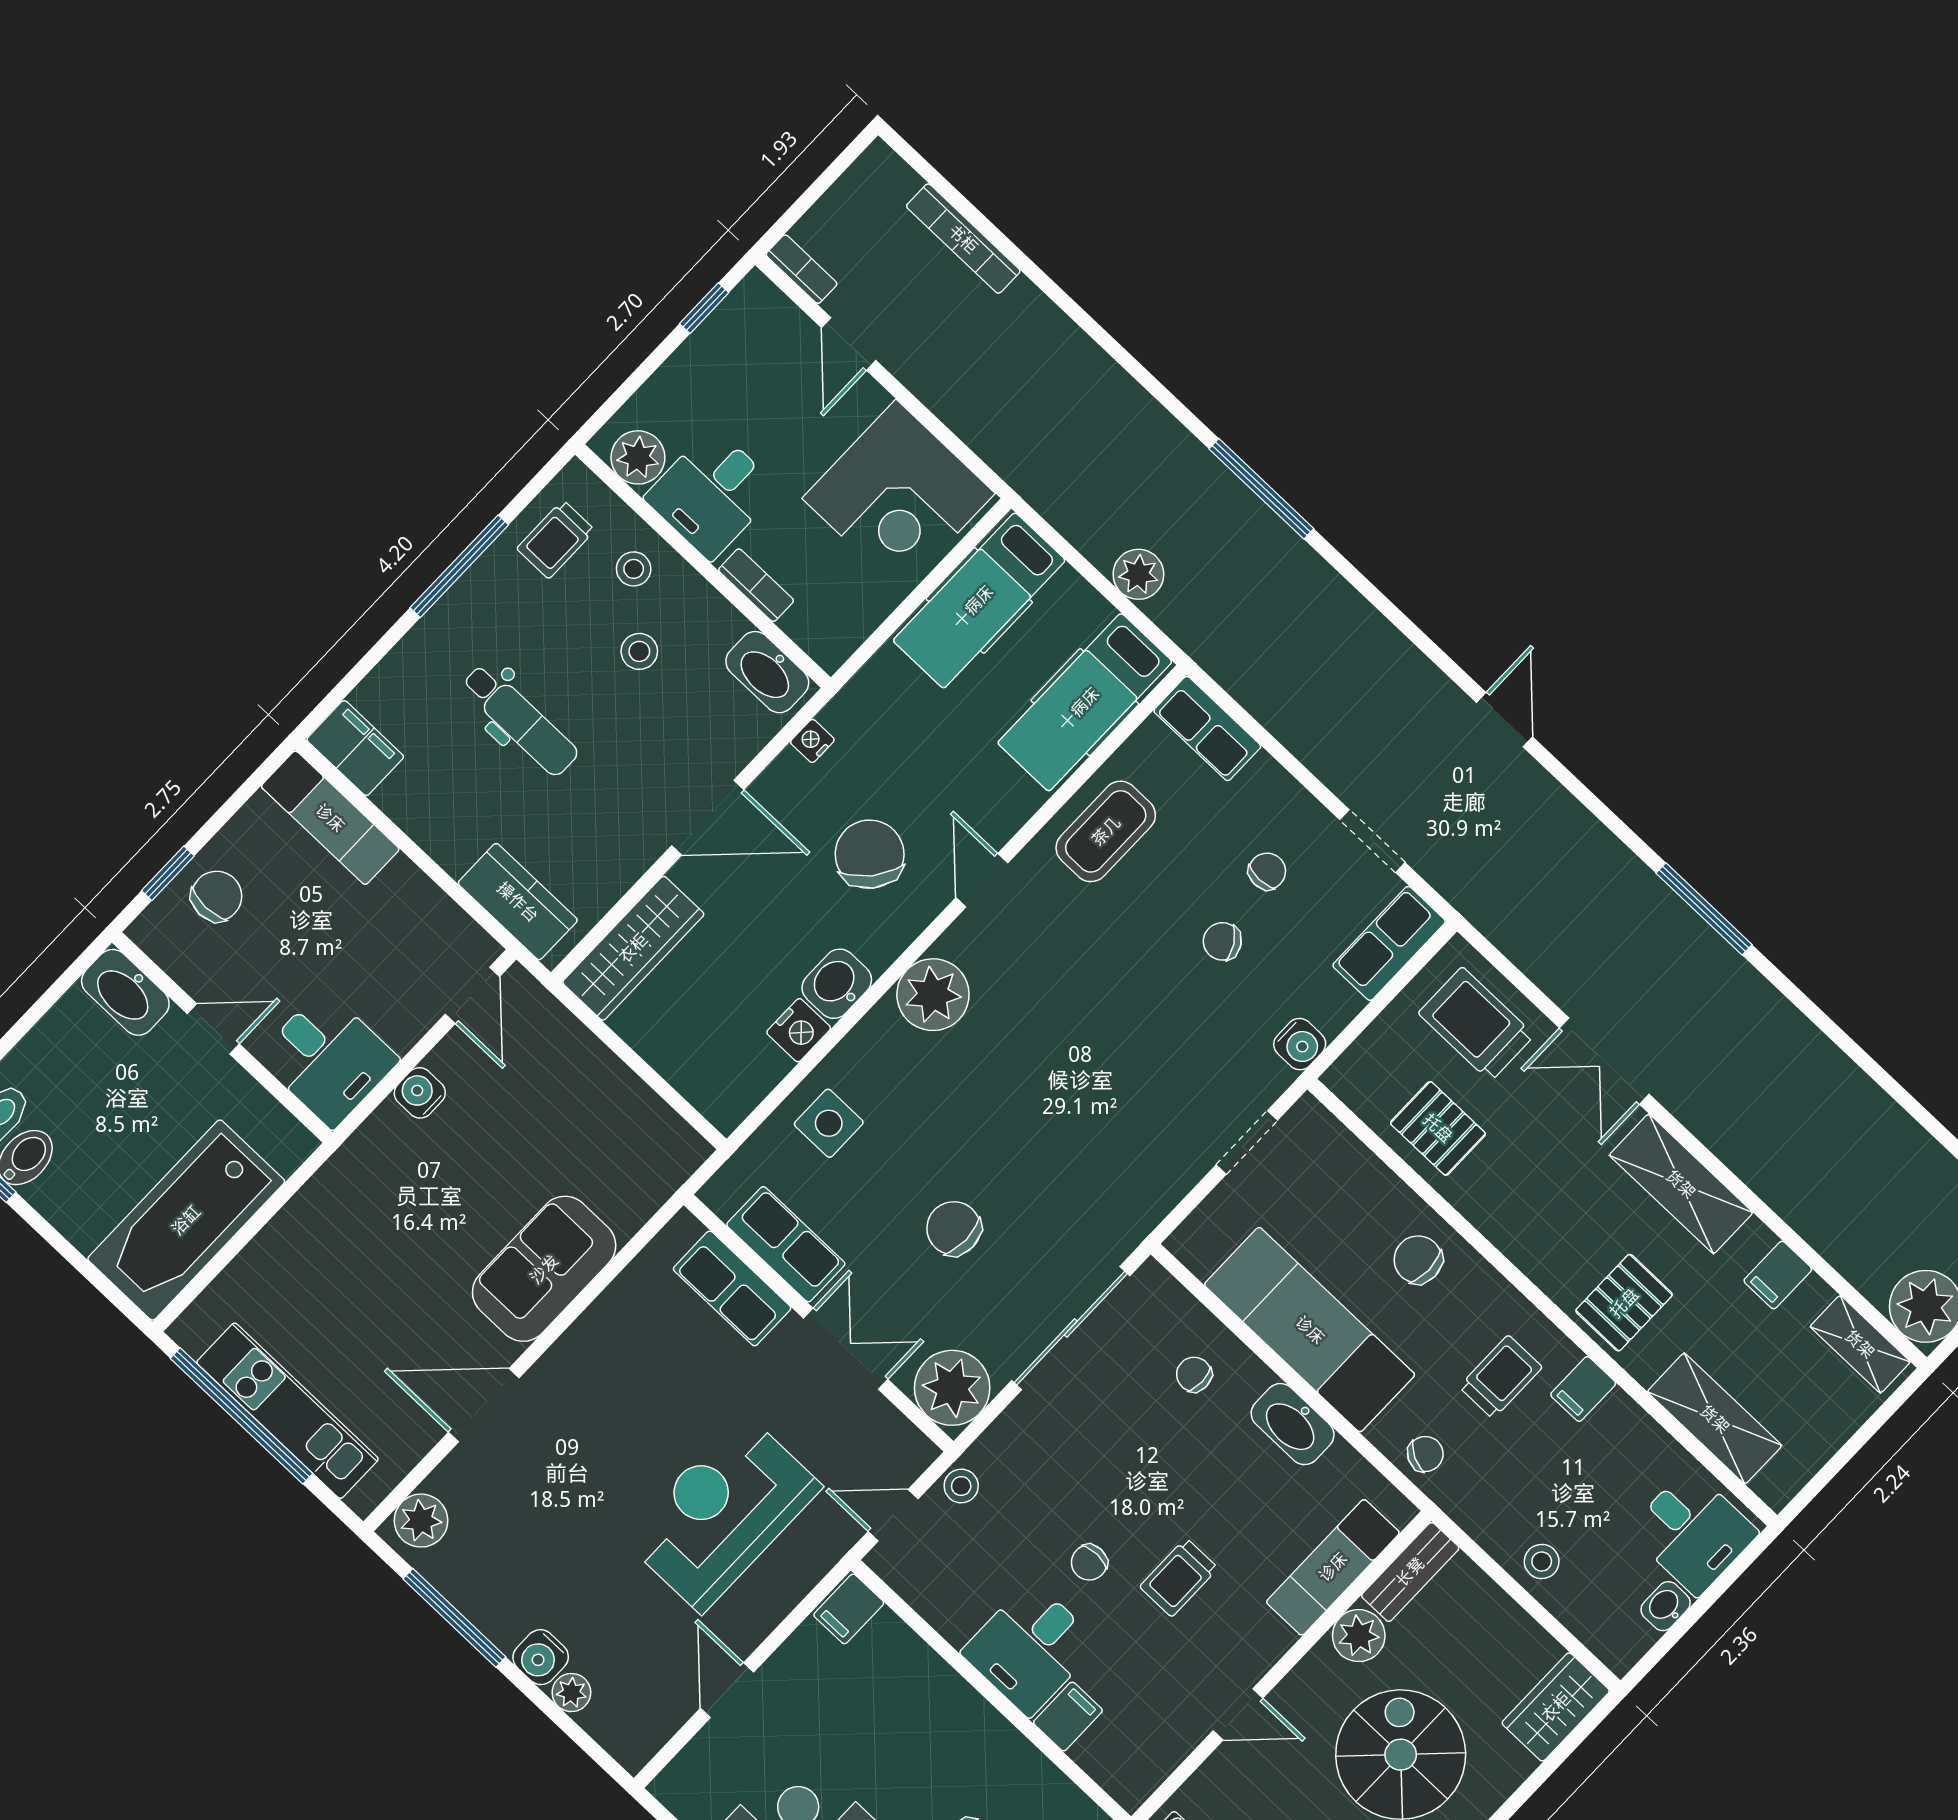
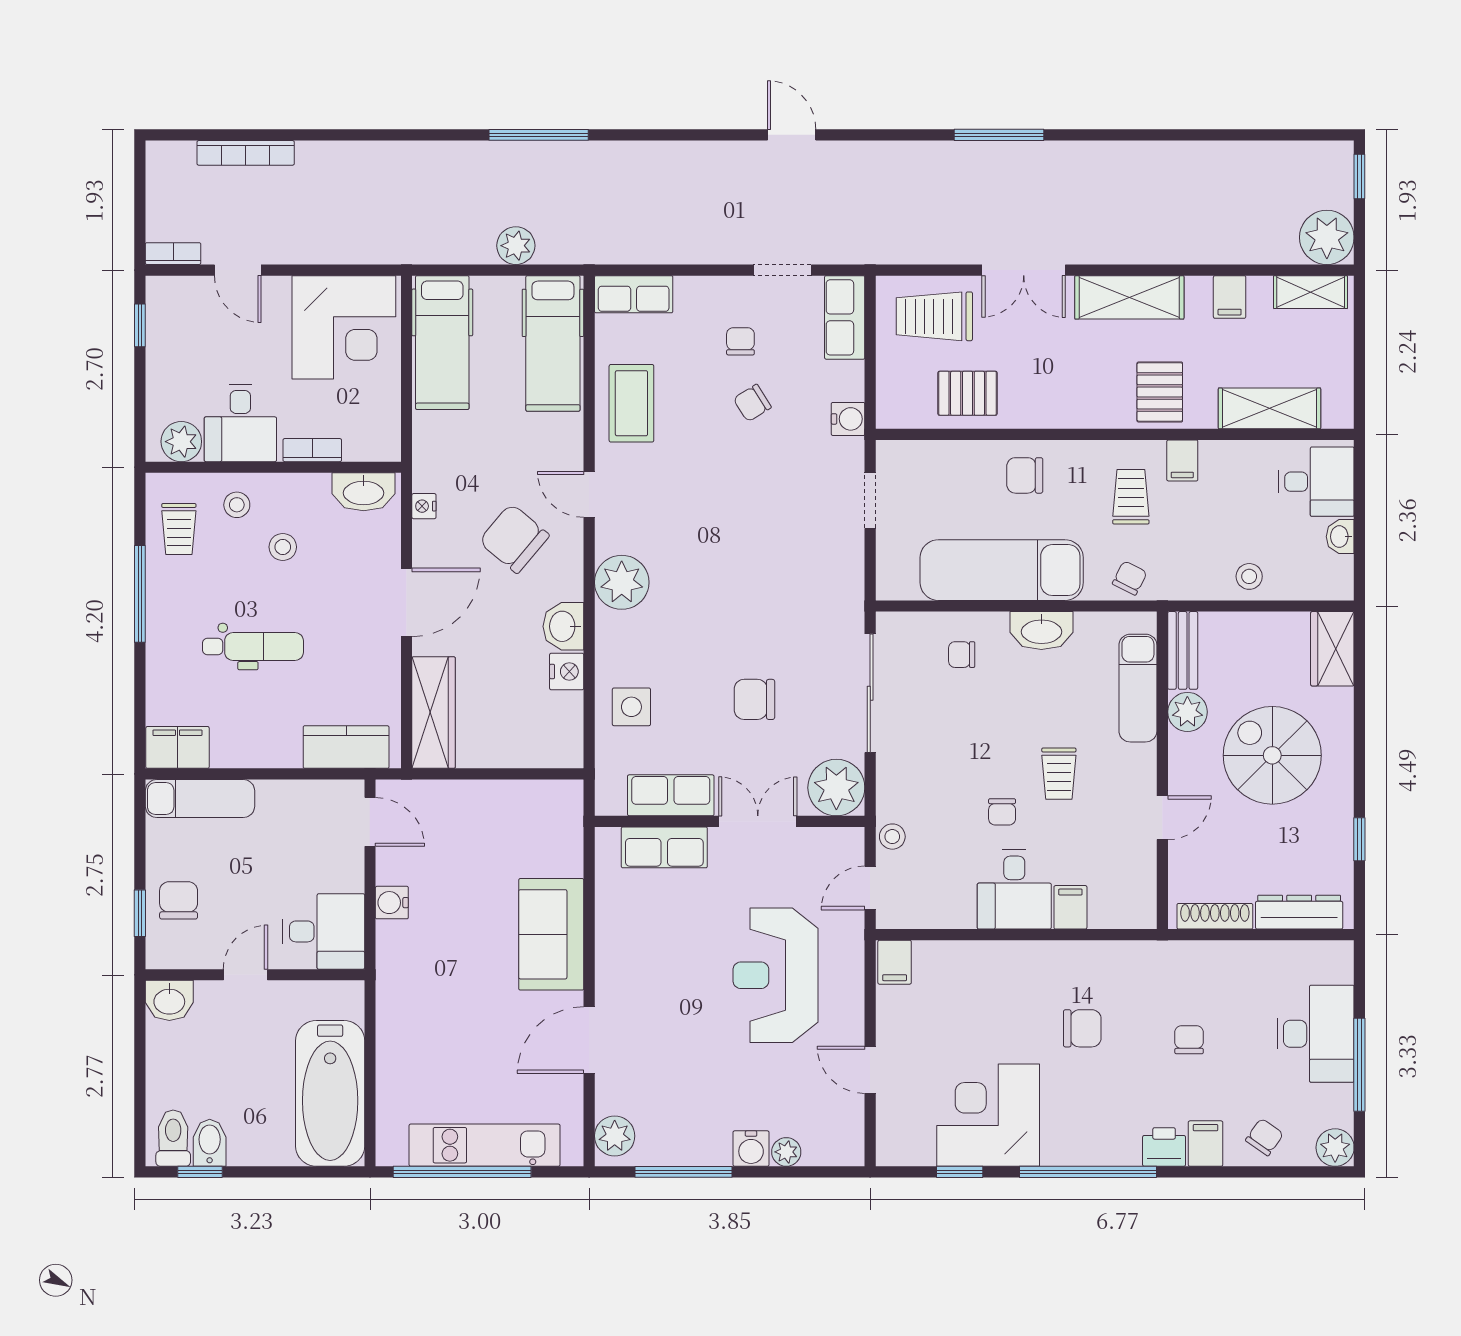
washbasin: (125, 992) -> (169, 1000), width x0.72

